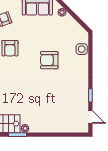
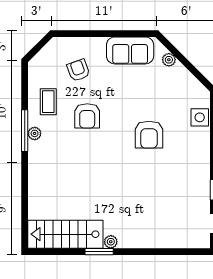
armchair: (49, 60) -> (149, 135), turned -90

